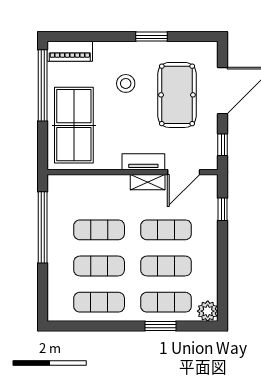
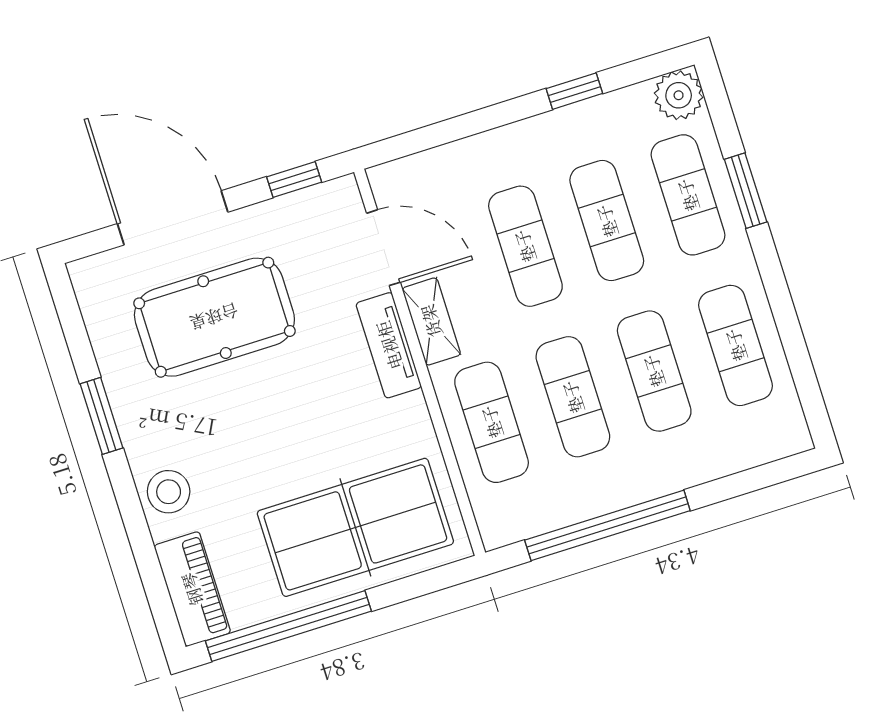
stool: (126, 83) -> (169, 492), moved
exercise mat: (99, 194) -> (492, 422), added
window: (223, 209) -> (574, 91), moved

